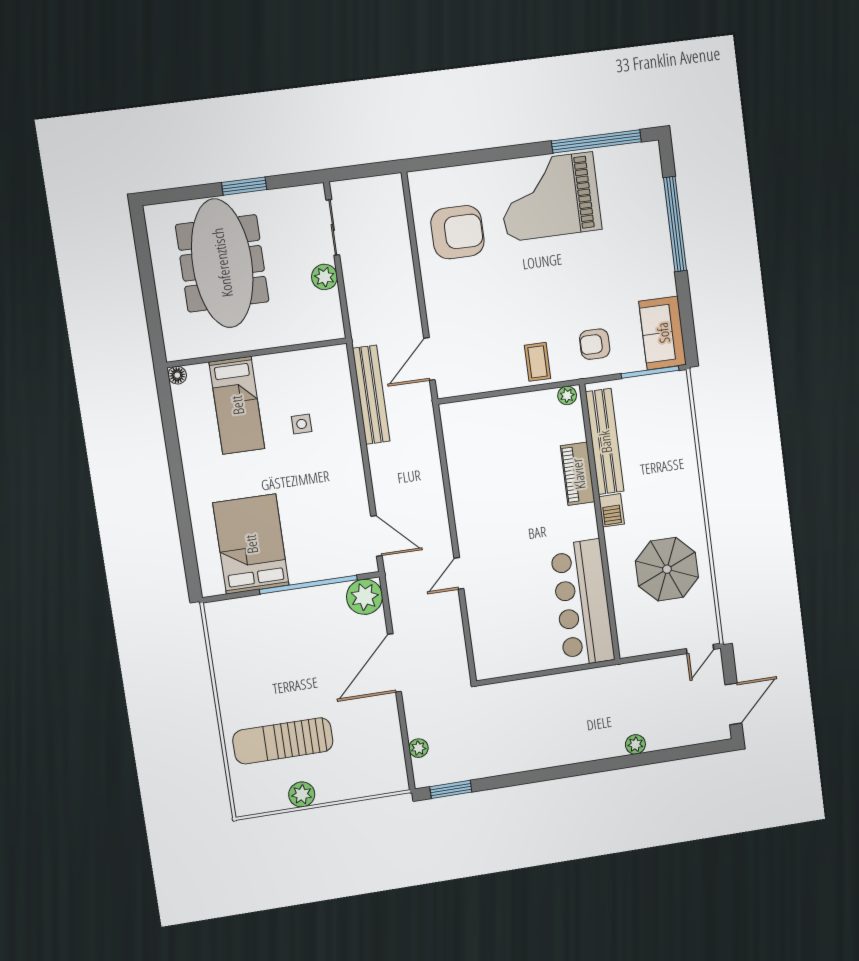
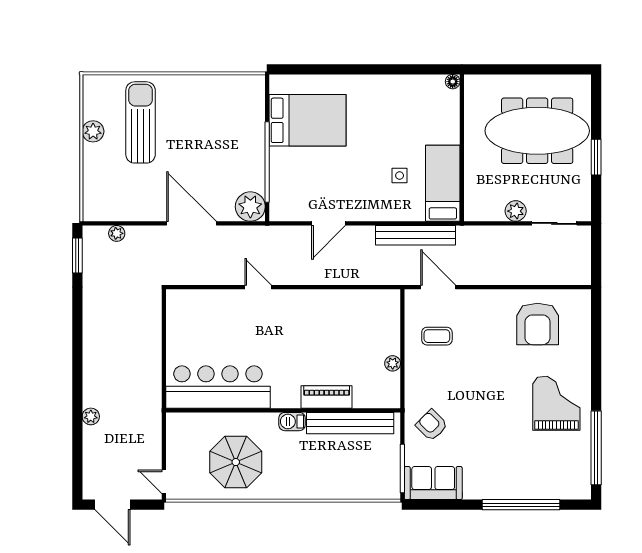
grand piano: (550, 197) -> (556, 403), width x0.73, depth x0.68
armchair: (595, 344) -> (432, 425), turned -45
coffee table: (538, 362) -> (437, 336), moved
plant: (567, 395) -> (393, 363), moved
bed: (237, 405) -> (443, 183), moved, turned 90
door: (376, 536) -> (329, 223), moved

